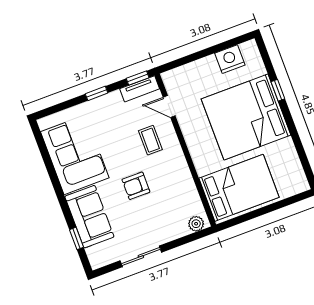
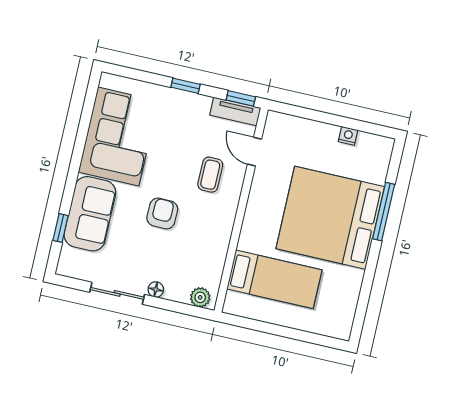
nightstand: (230, 59) -> (348, 136), width x0.53, depth x0.56
window: (278, 90) -> (384, 212), width x2.17
armchair: (136, 186) -> (162, 214), turned 91
bed: (239, 188) -> (274, 279), width x0.67
floor lamp: (164, 238) -> (156, 289), added

